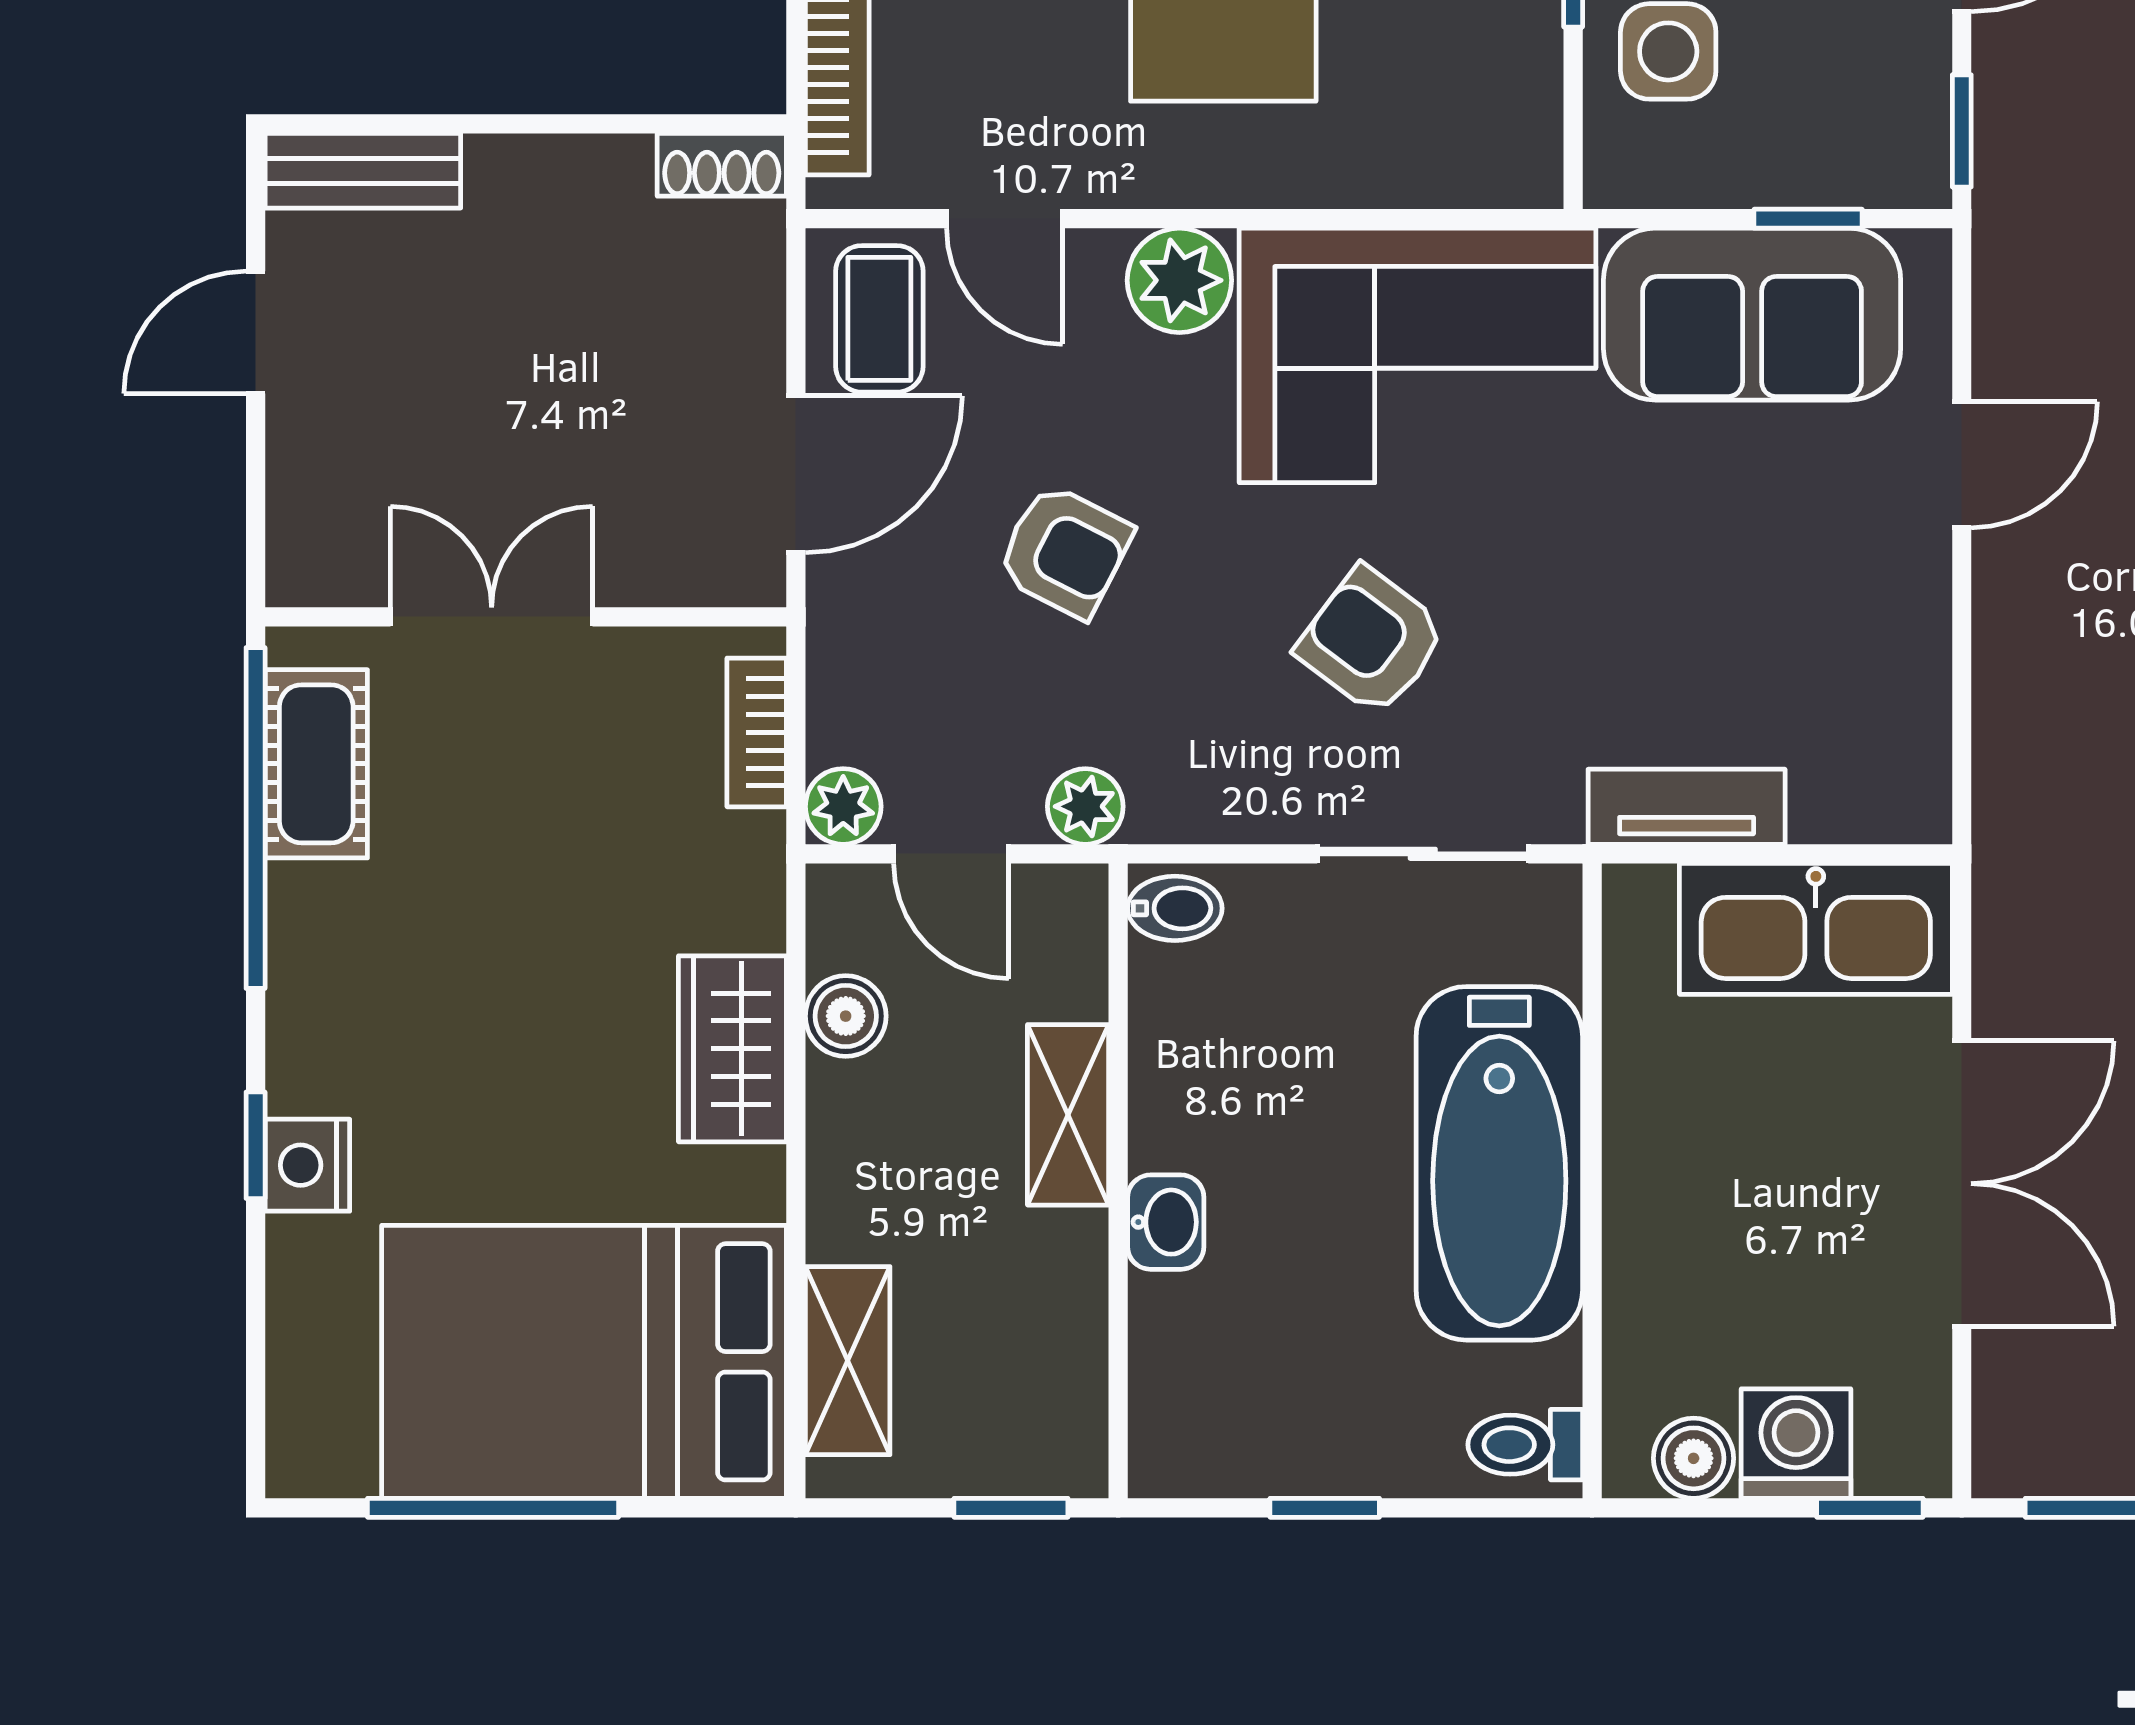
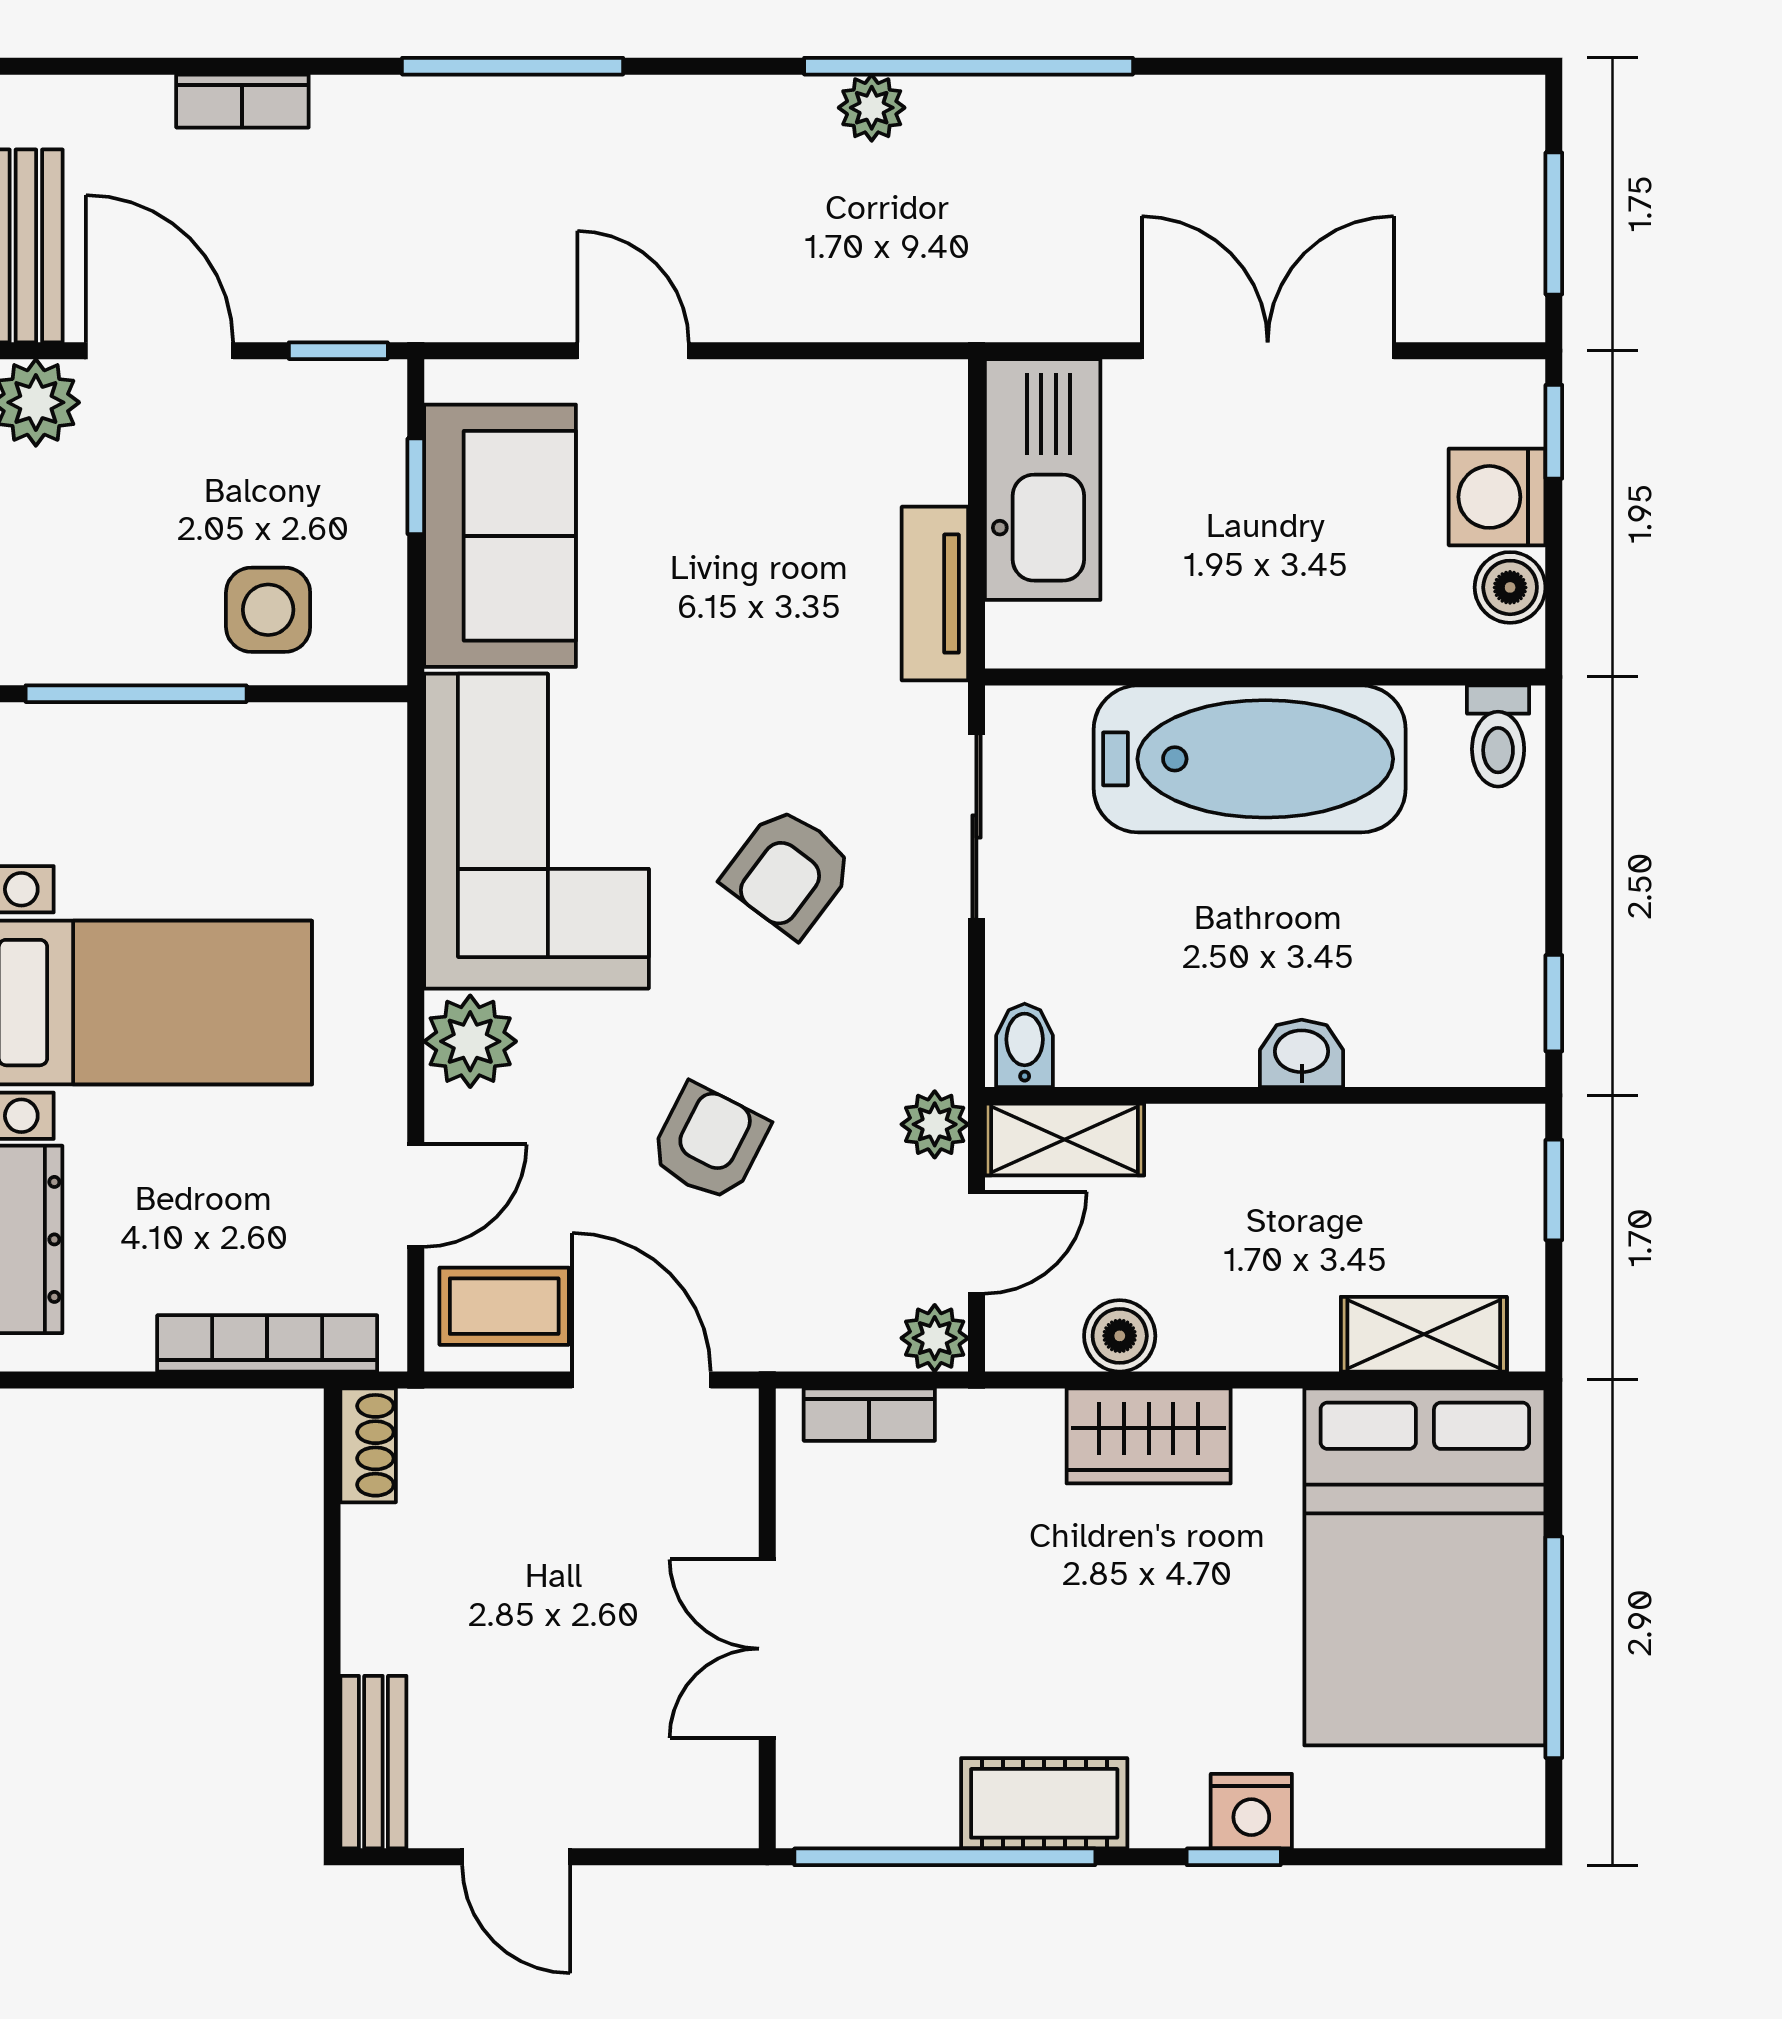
cot: (316, 764) -> (1044, 1803), moved
shelving: (1068, 1115) -> (1065, 1140), moved
window: (1325, 1508) -> (1554, 1003), moved

